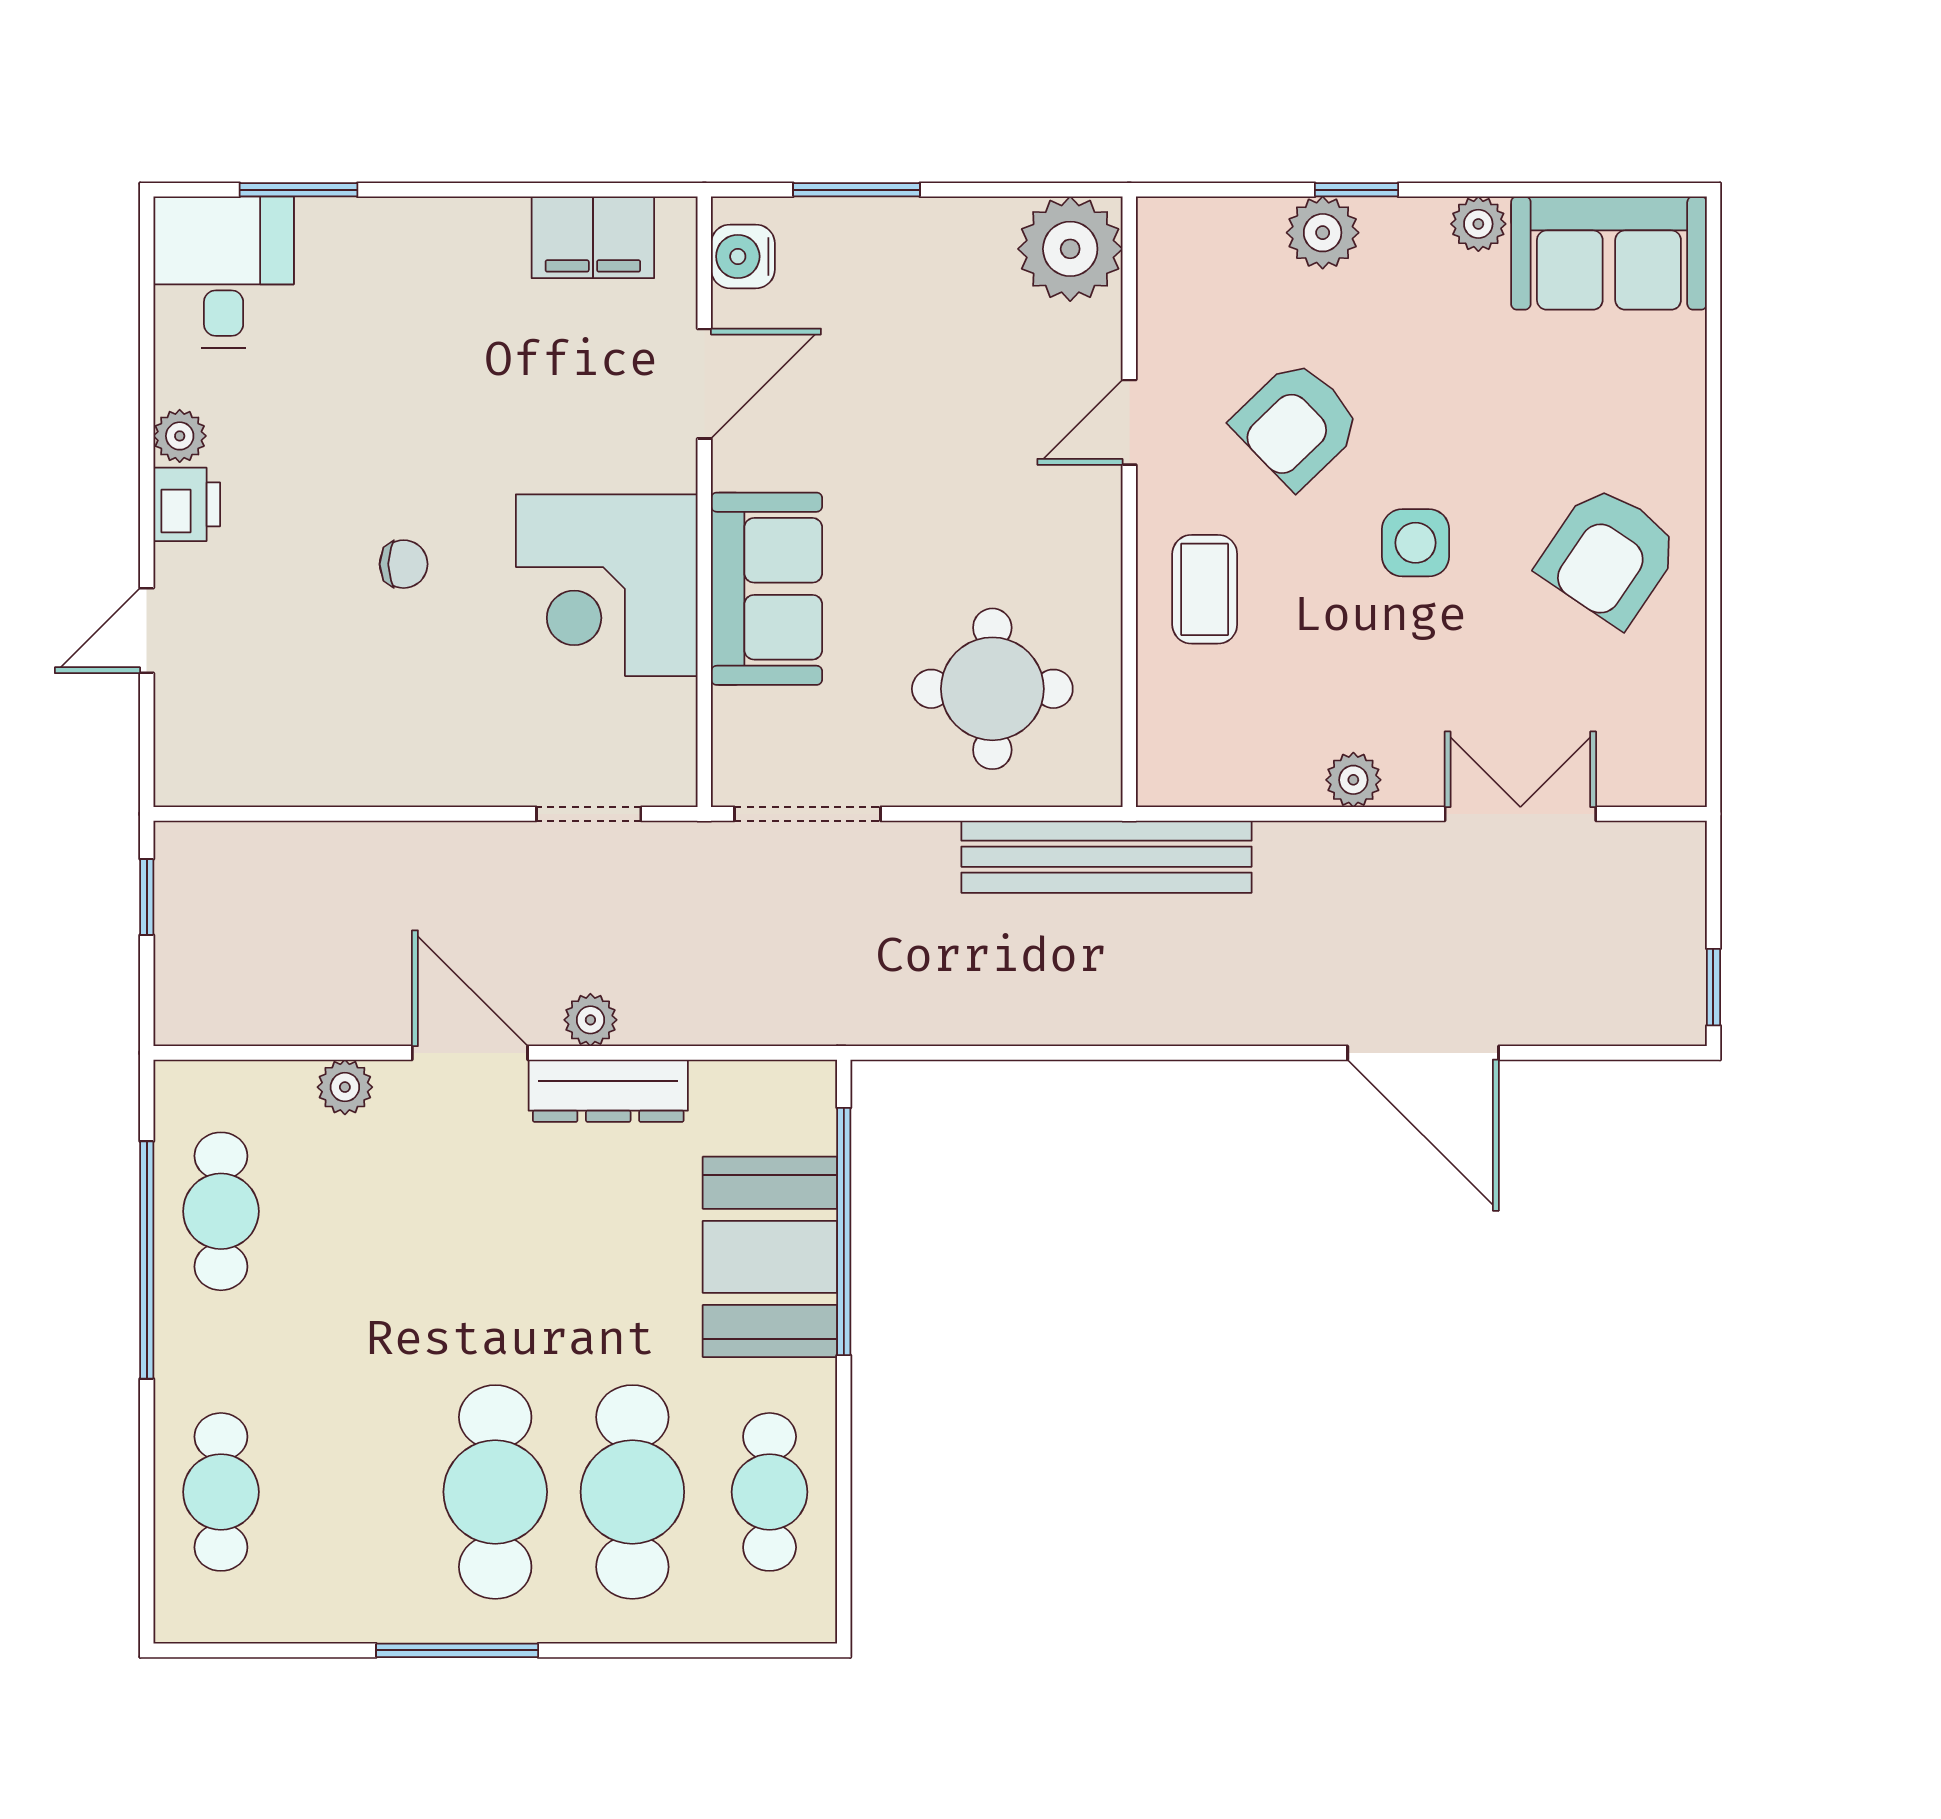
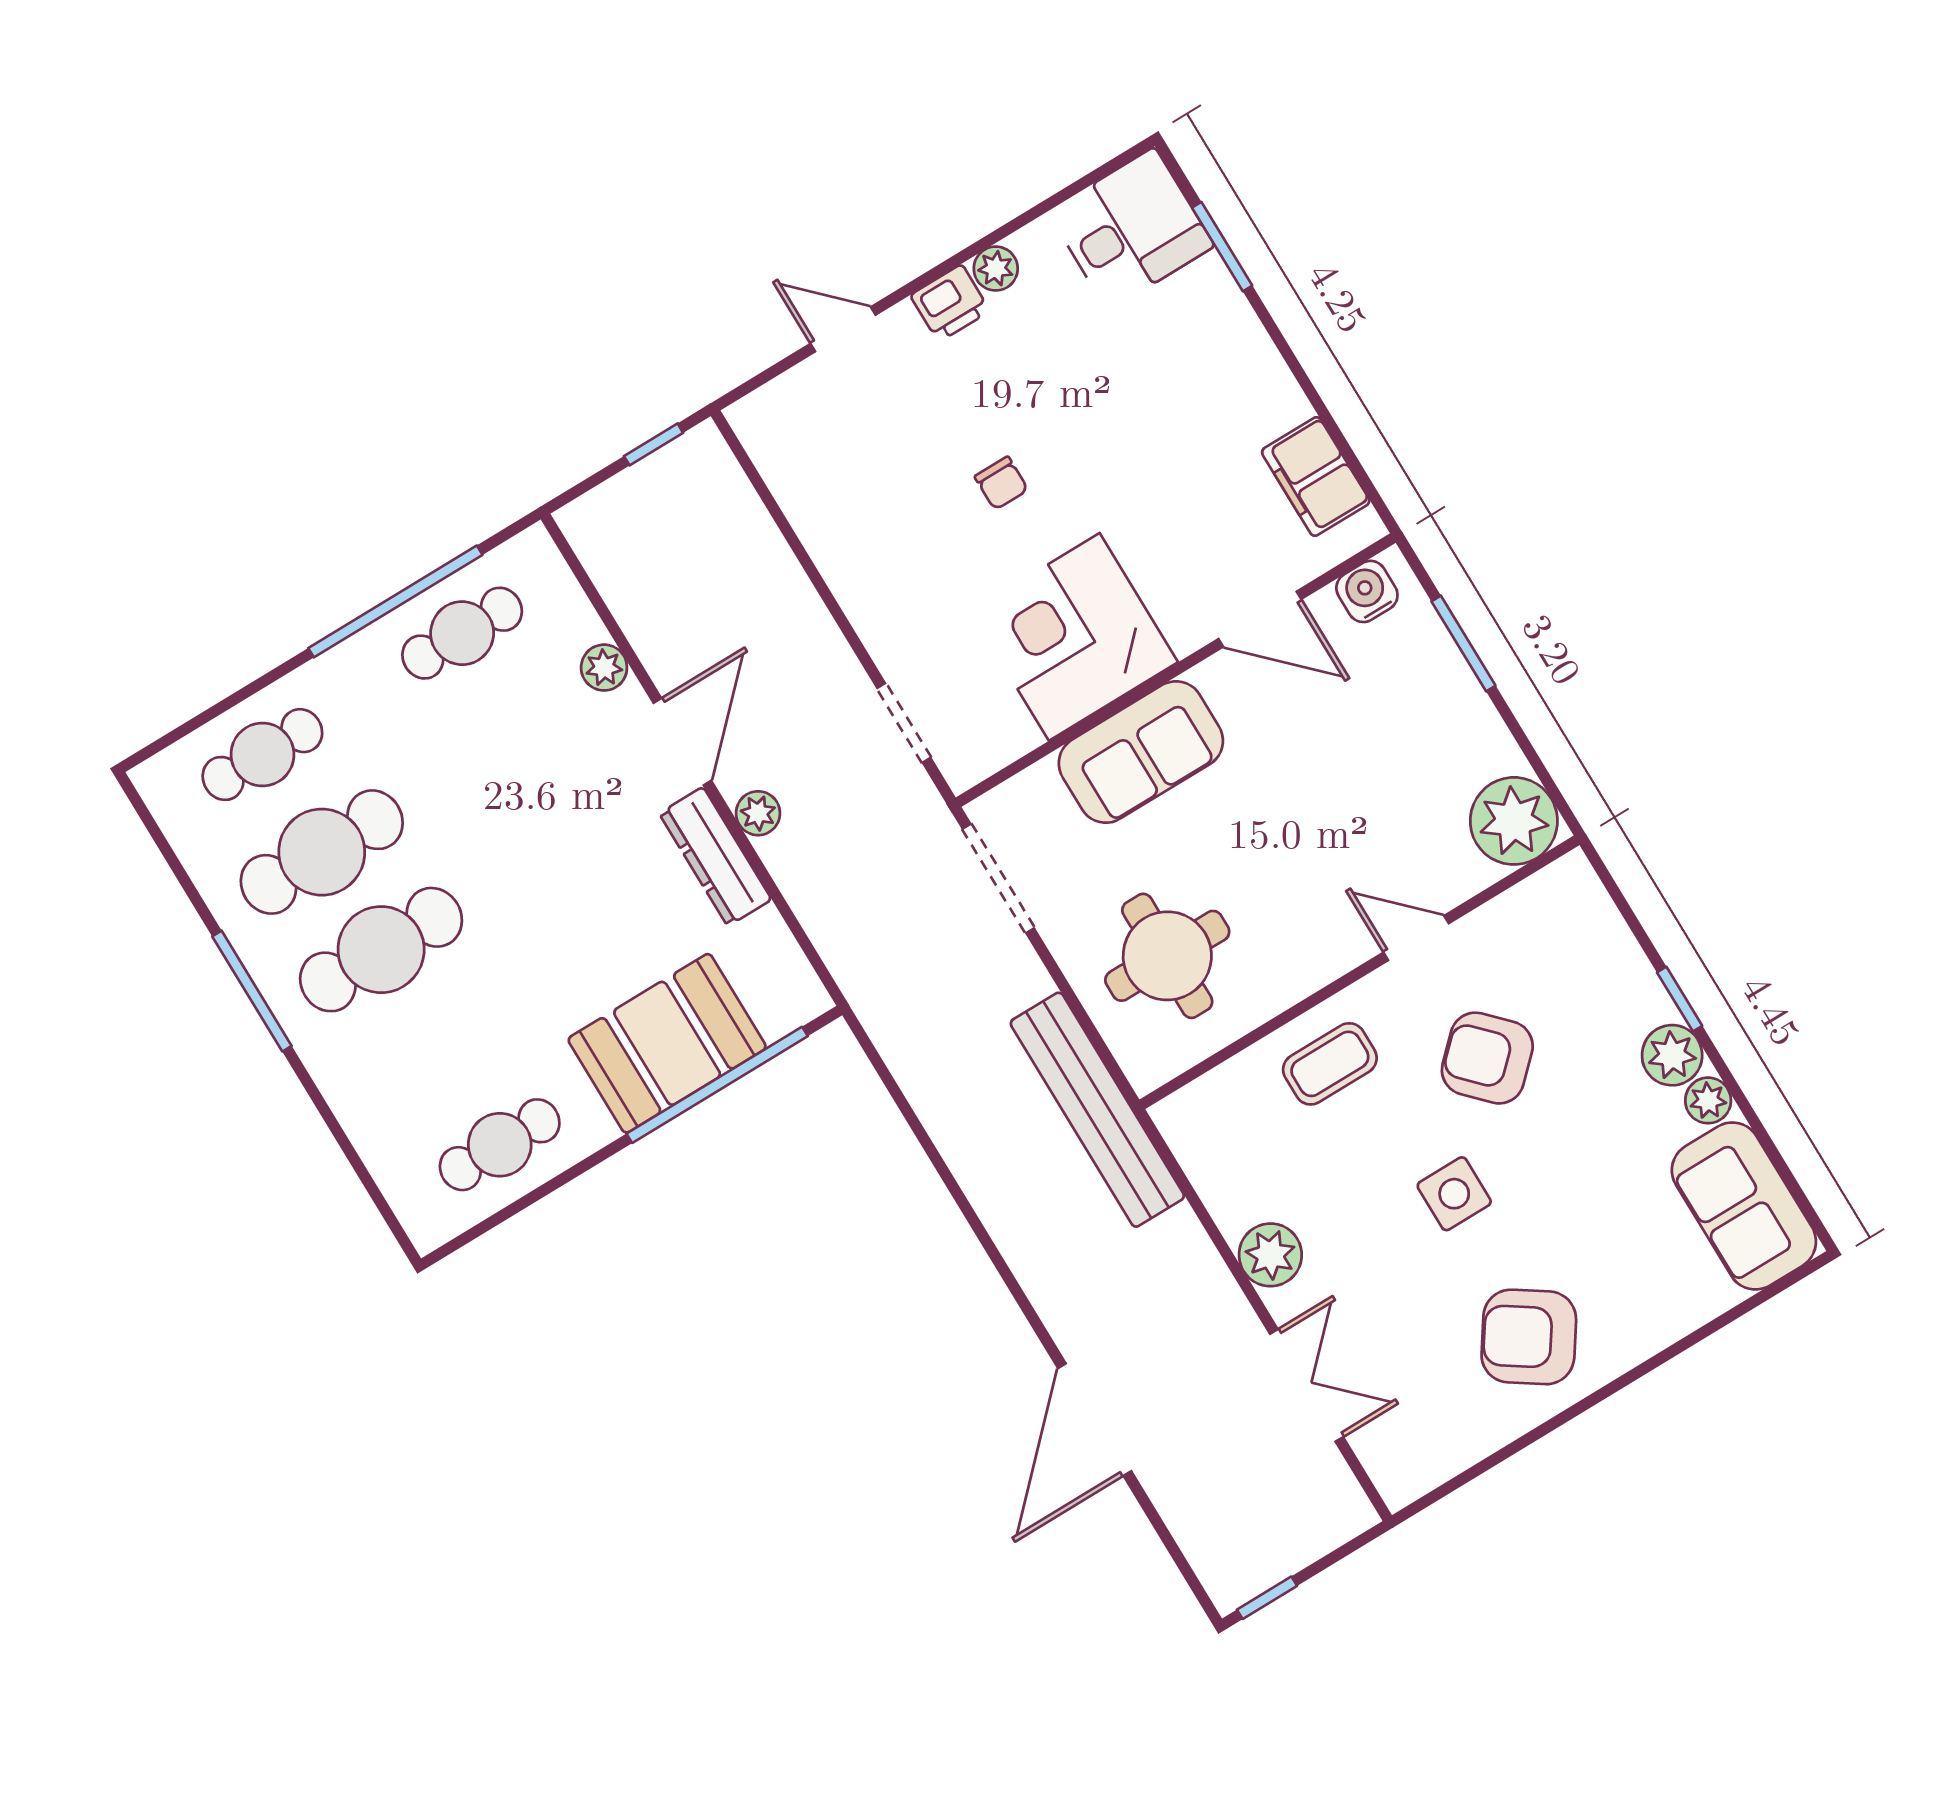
plant: (1323, 233) -> (1672, 1055), moved
plant: (1353, 780) -> (1270, 1255), width x1.38, depth x1.38
cafe table: (632, 1492) -> (322, 852), moved

